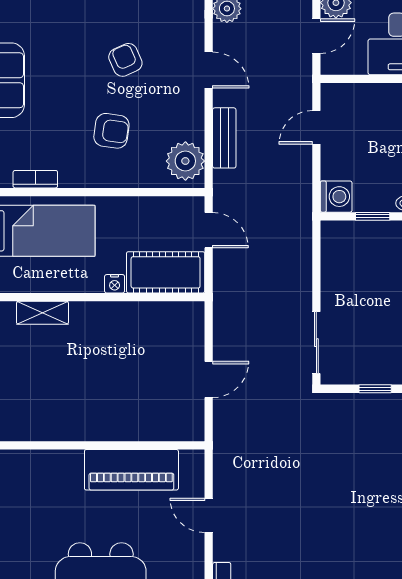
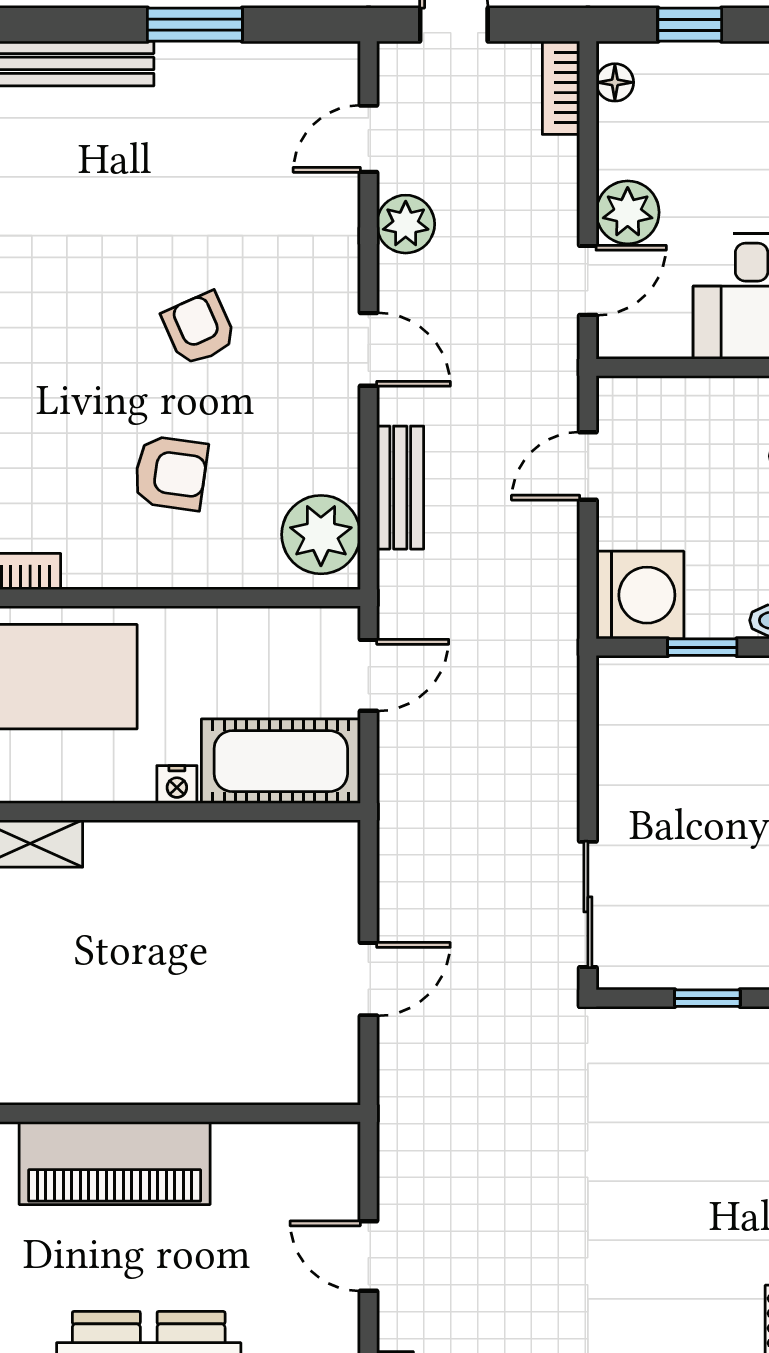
washing machine: (336, 197) -> (640, 595), width x1.37, depth x1.37
door: (209, 230) -> (368, 675), hinge flipped
piano: (131, 470) -> (115, 1163), moved

